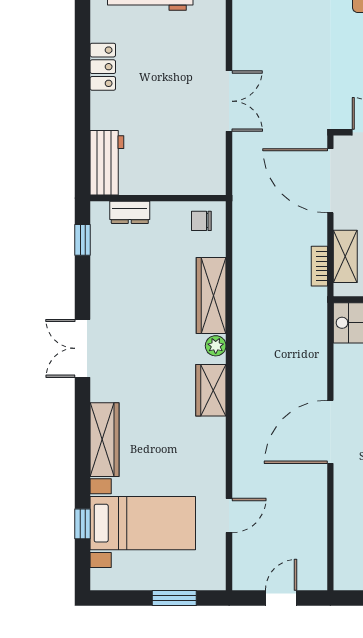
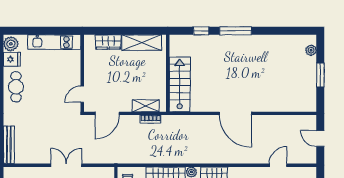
door: (330, 181) -> (107, 113), width x0.73
door: (229, 516) -> (278, 165), hinge flipped

